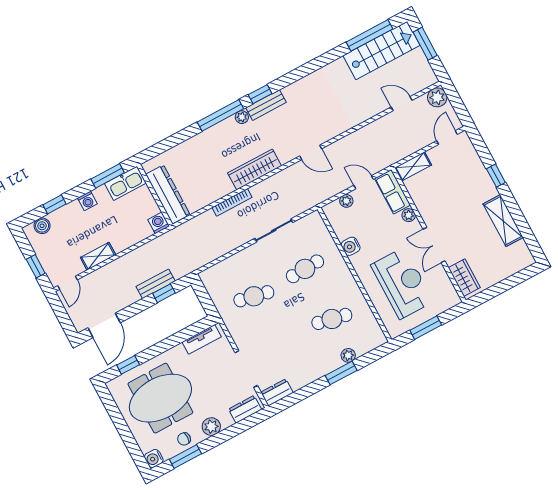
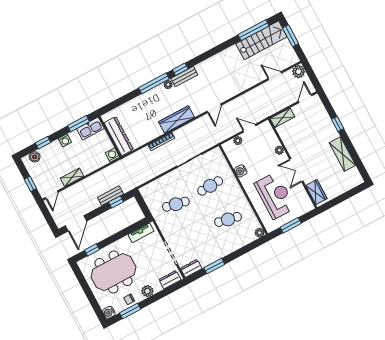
door: (311, 152) -> (214, 108), hinge flipped
row of seats: (393, 192) -> (269, 135), removed
plant: (348, 355) -> (260, 233), moved
window: (341, 373) -> (214, 266), moved

